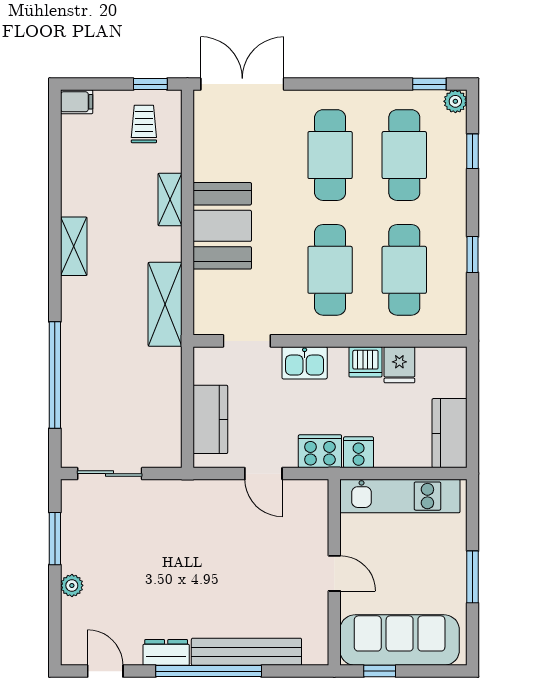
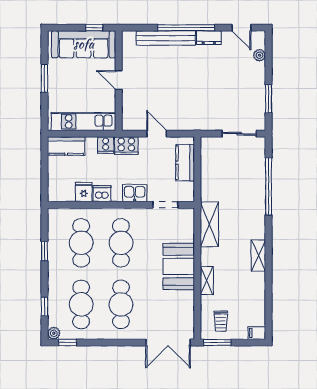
window: (150, 84) -> (217, 342), width x1.50
kitchen counter: (450, 433) -> (66, 146), moved, turned 90
plant: (72, 585) -> (259, 55), moved

